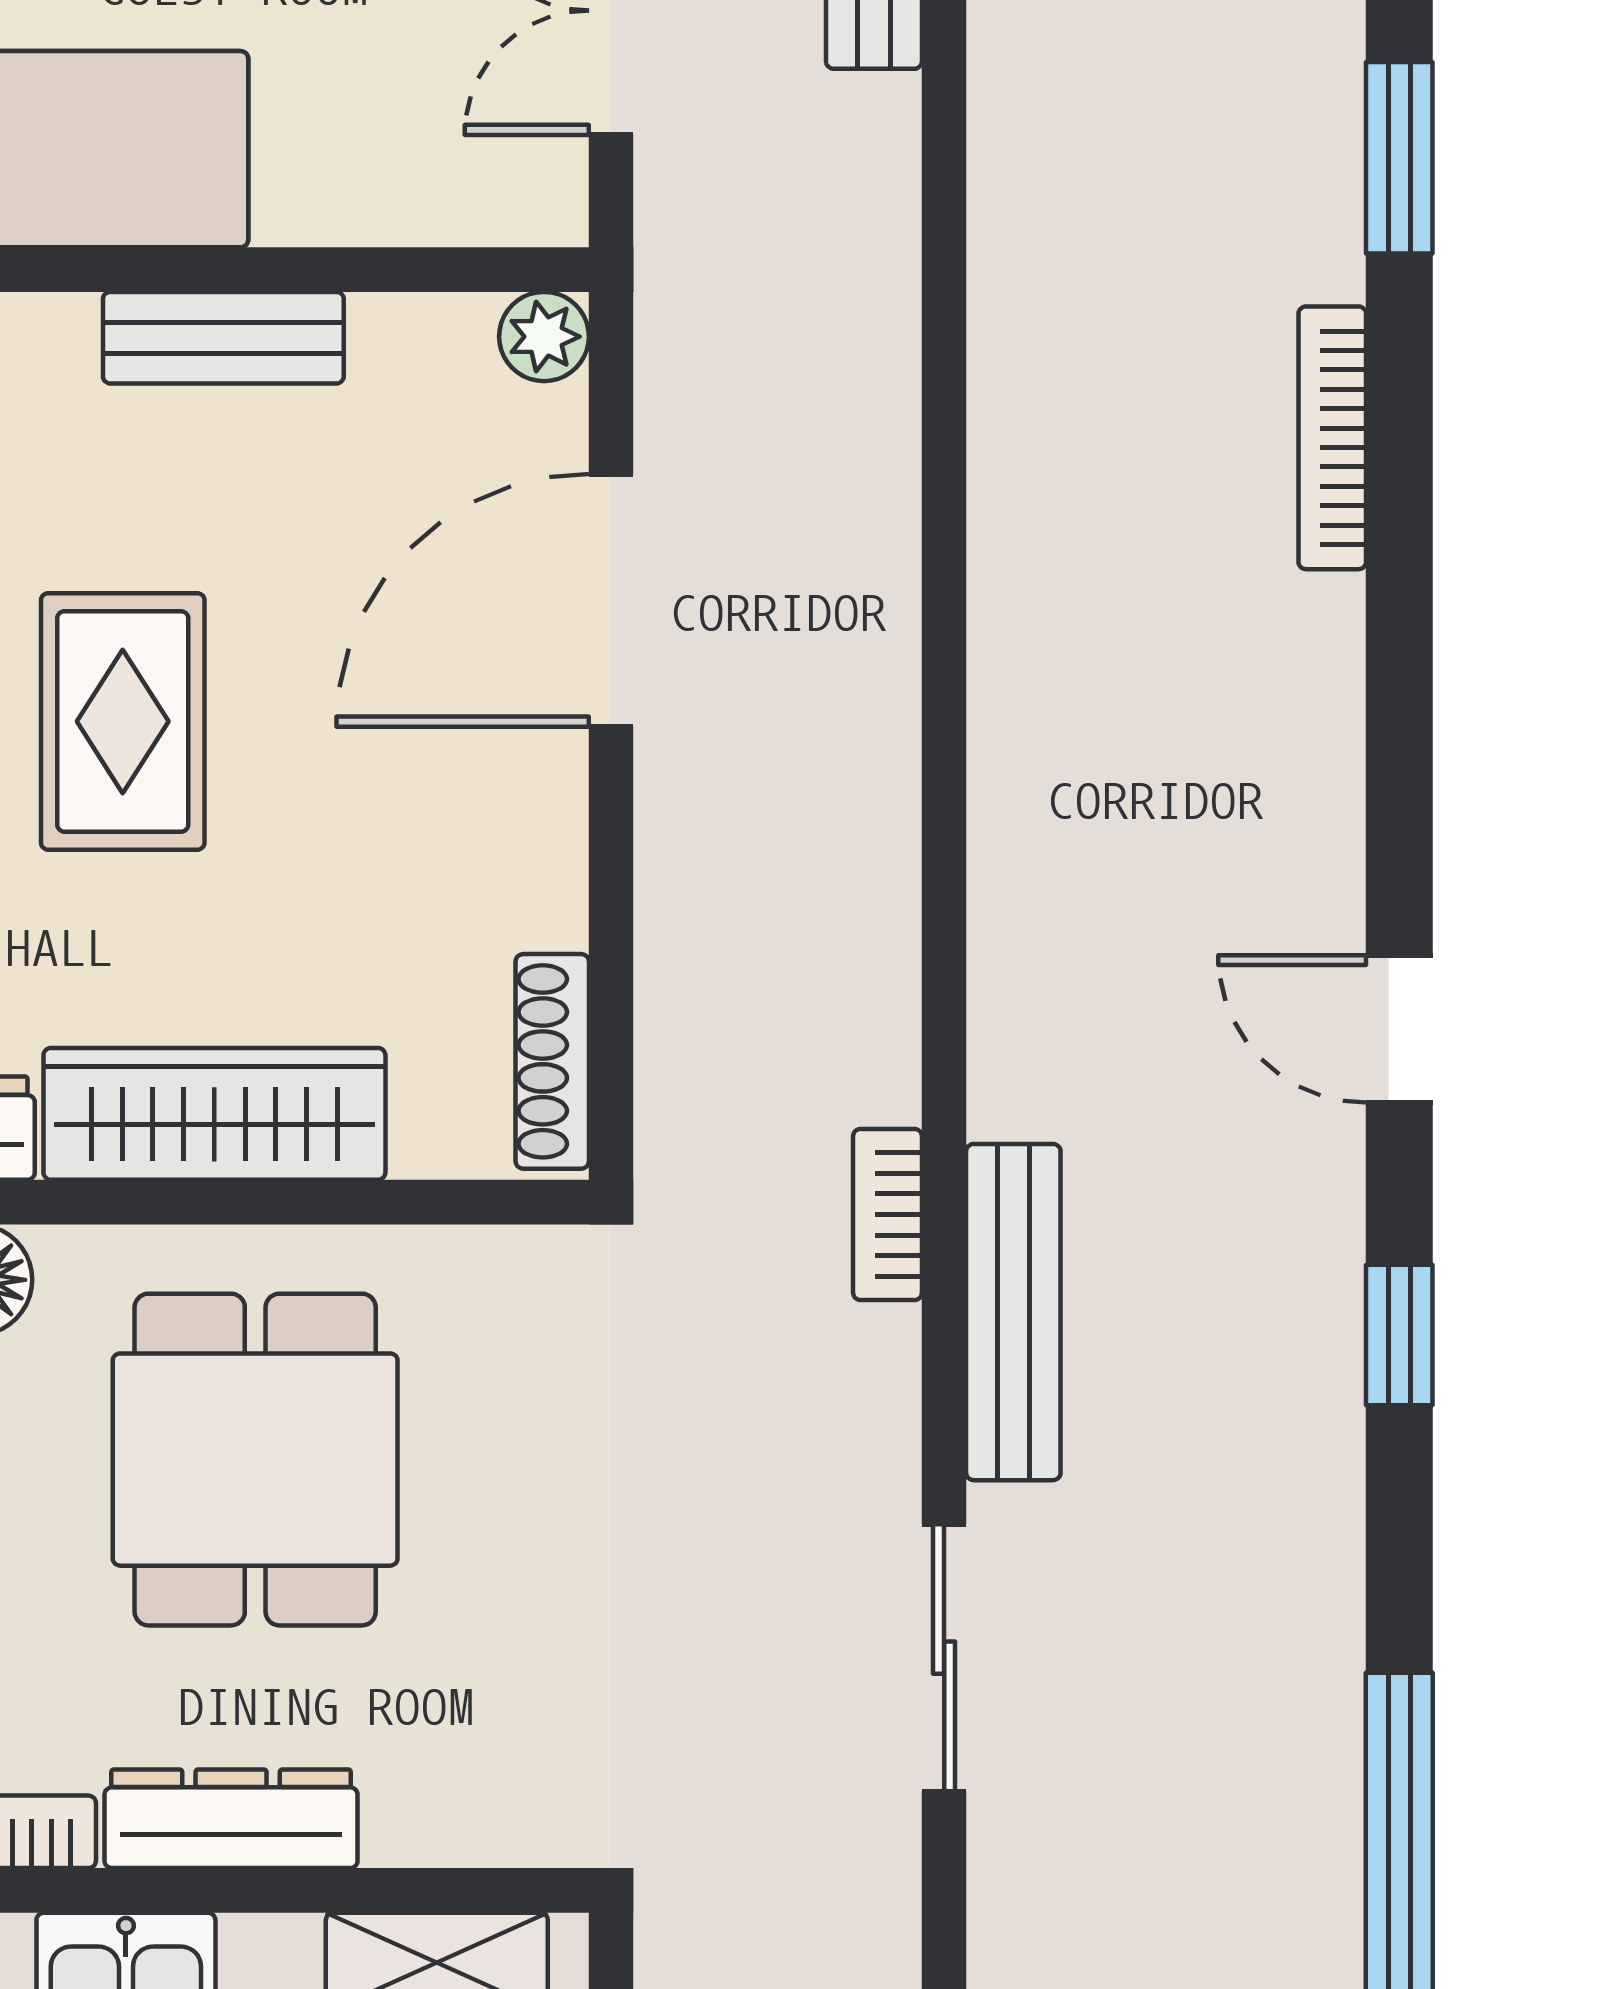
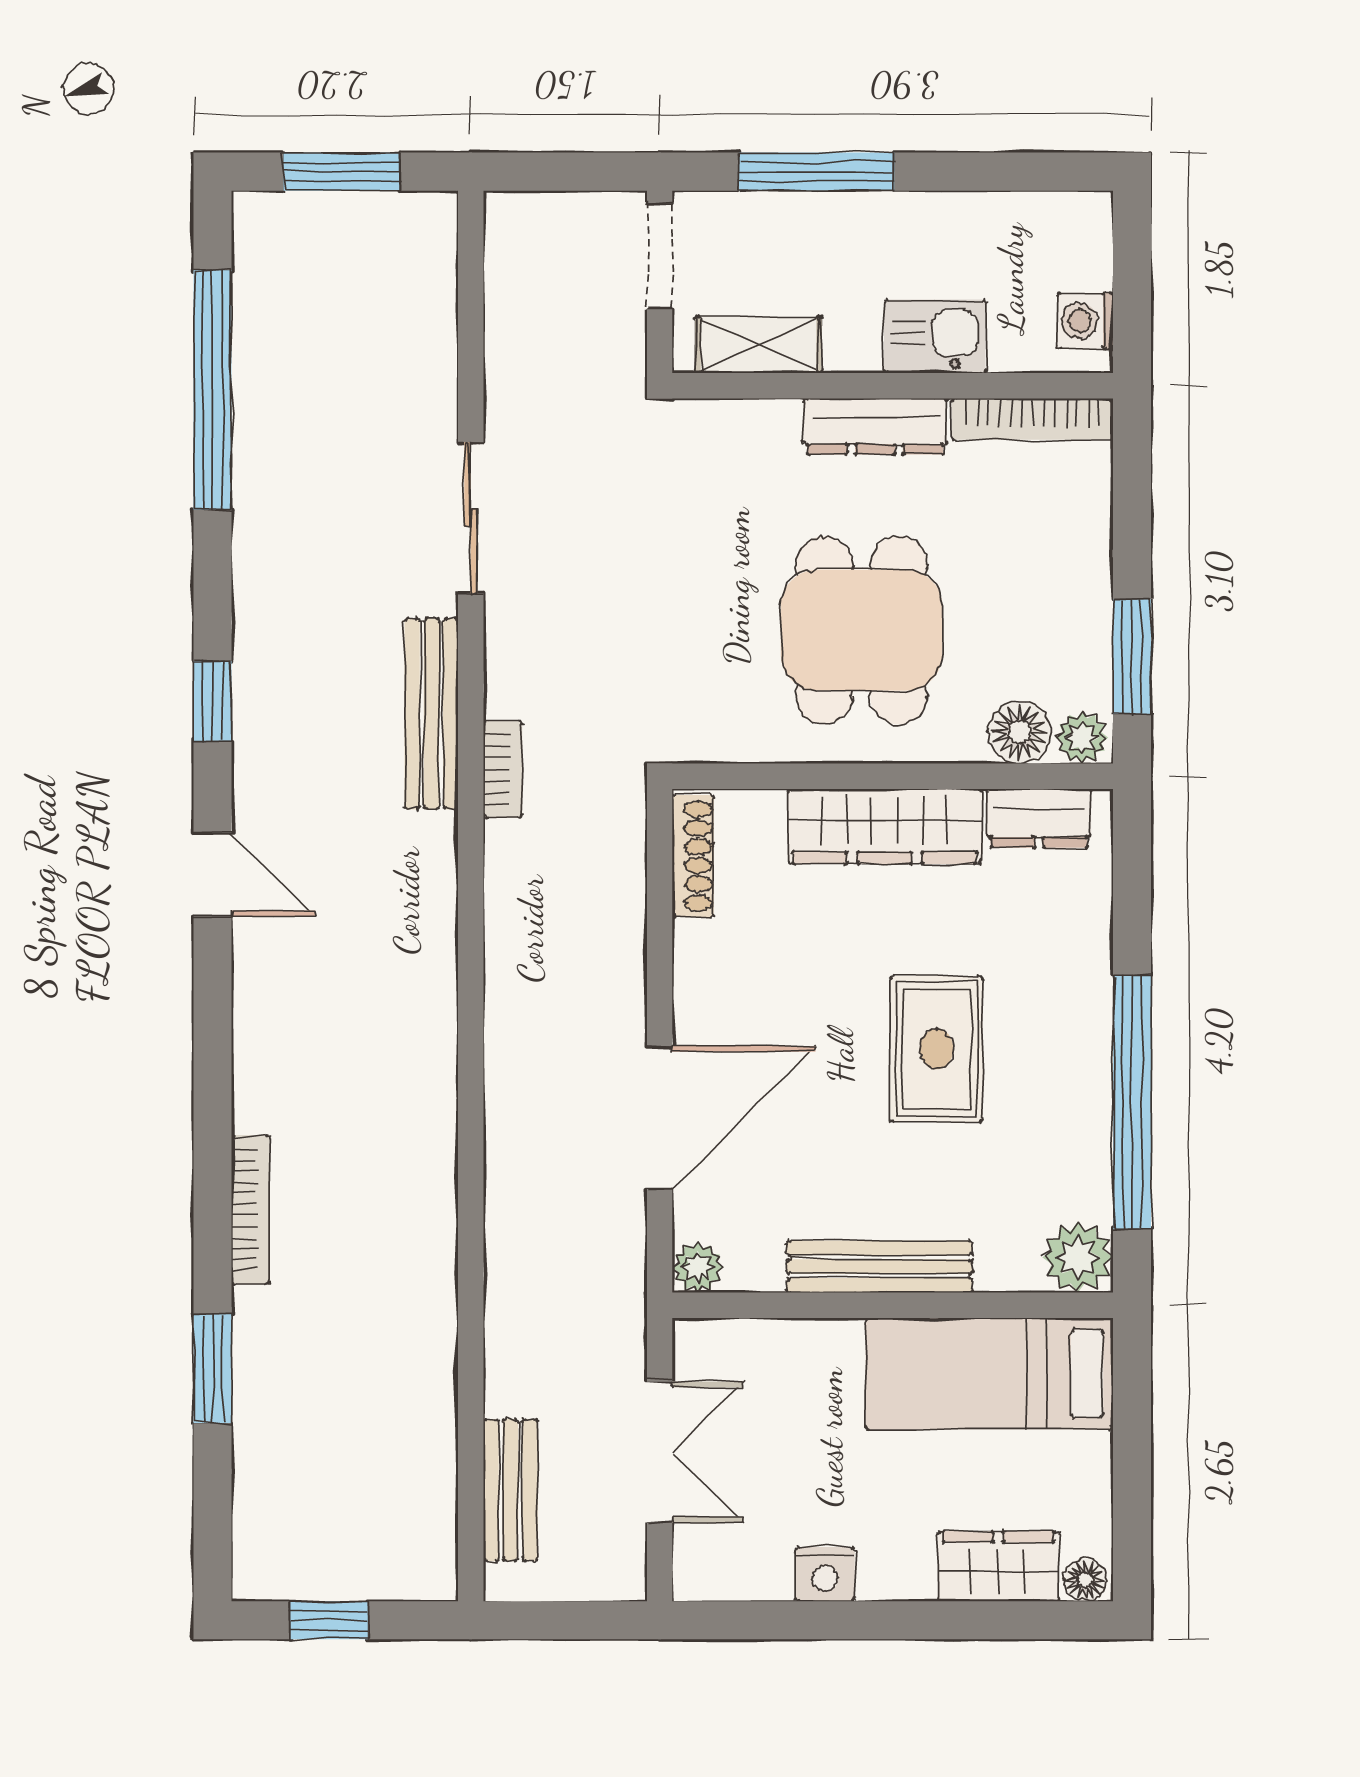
bench: (223, 338) -> (880, 1267), width x1.36

